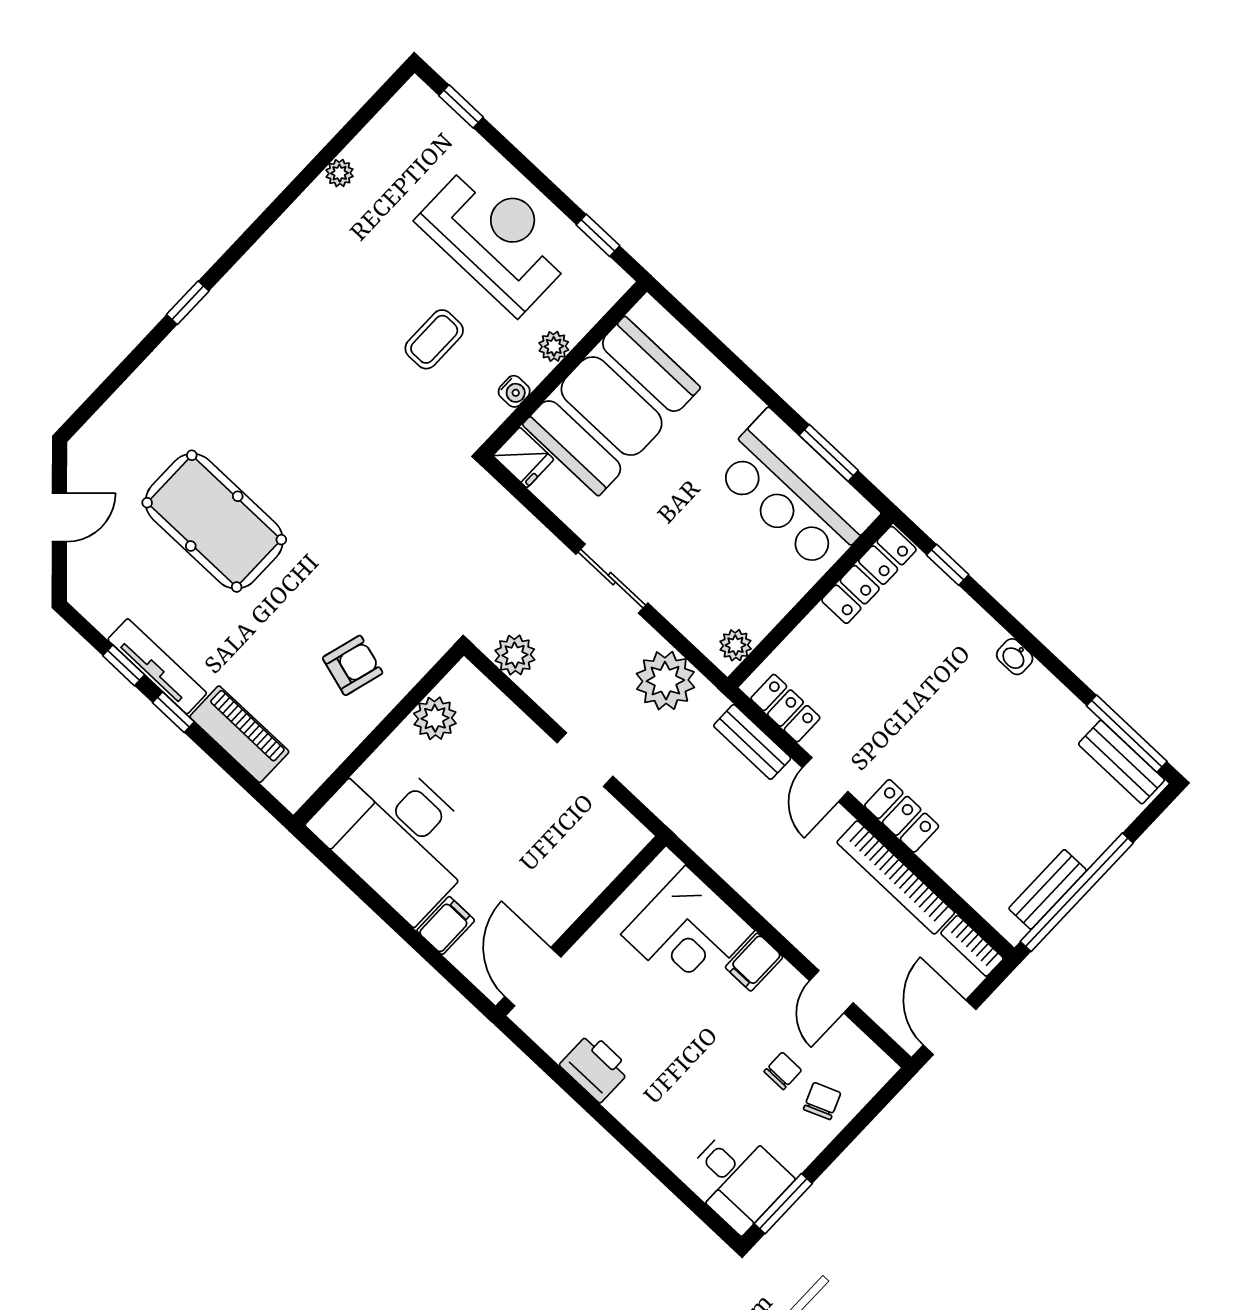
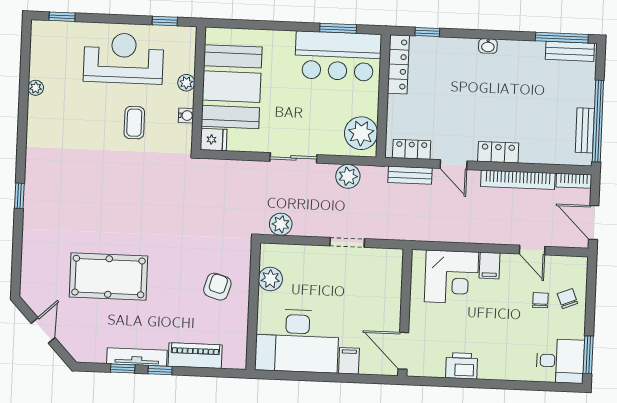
plant: (736, 645) -> (361, 133), width x1.87, depth x1.87
plant: (665, 681) -> (348, 176), width x0.73, depth x0.73

